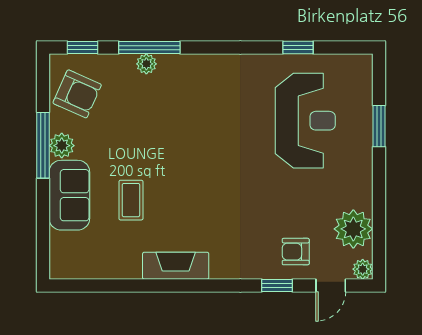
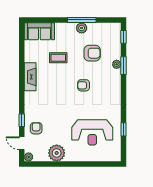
window: (149, 48) -> (124, 66), width x0.69
armchair: (77, 94) -> (92, 53), moved, turned -114
window: (379, 126) -> (90, 164), removed
armchair: (195, 141) -> (84, 85), added
sofa: (69, 195) -> (39, 31), moved
plant: (353, 229) -> (57, 153), moved

